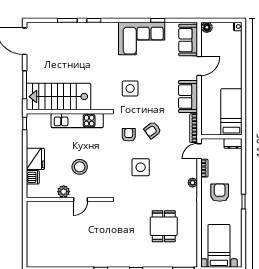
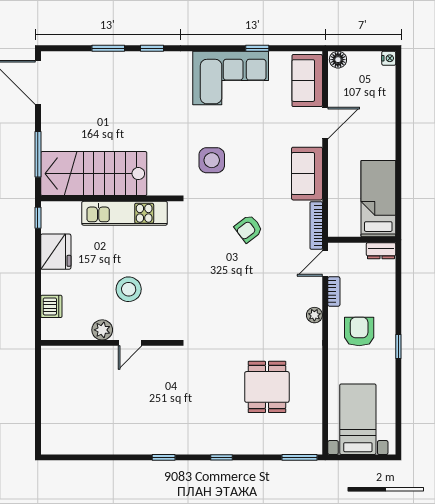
armchair: (129, 135) -> (209, 236), removed
fridge: (35, 159) -> (56, 252), moved
side table: (141, 167) -> (229, 290), removed

